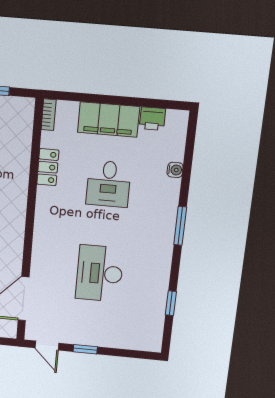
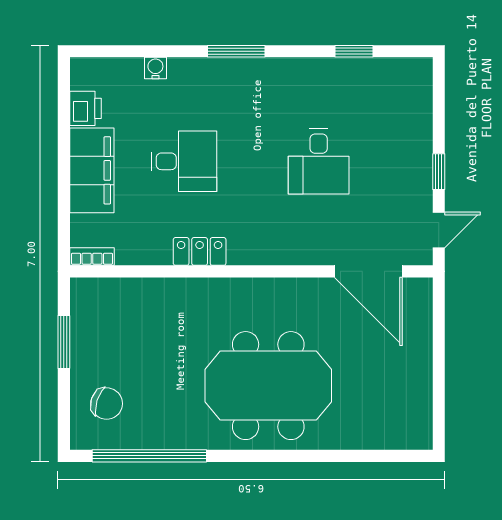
locker: (48, 167) -> (200, 251), moved
desk: (100, 273) -> (319, 161), width x0.73

